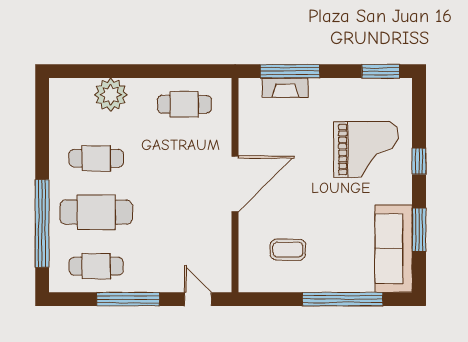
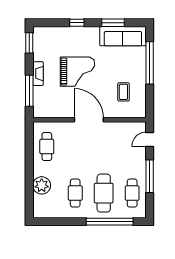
fireplace: (285, 88) -> (38, 74), moved
grand piano: (366, 150) -> (77, 72), moved, turned 90

